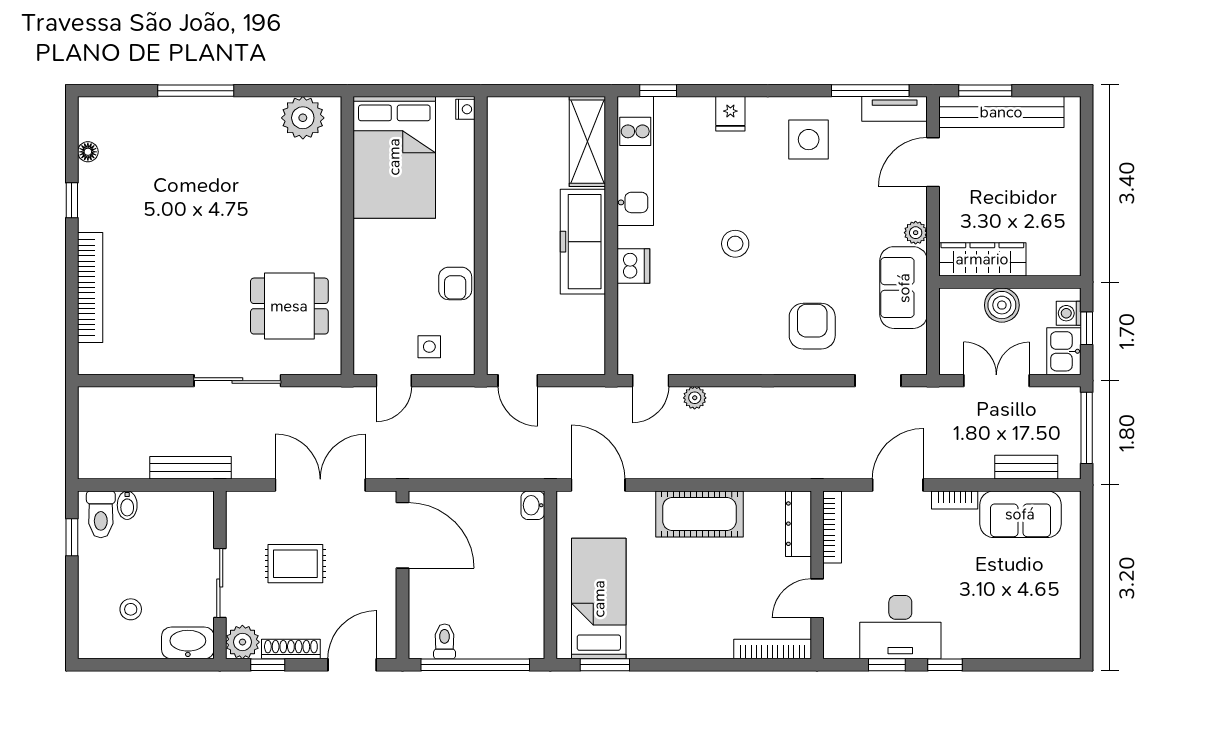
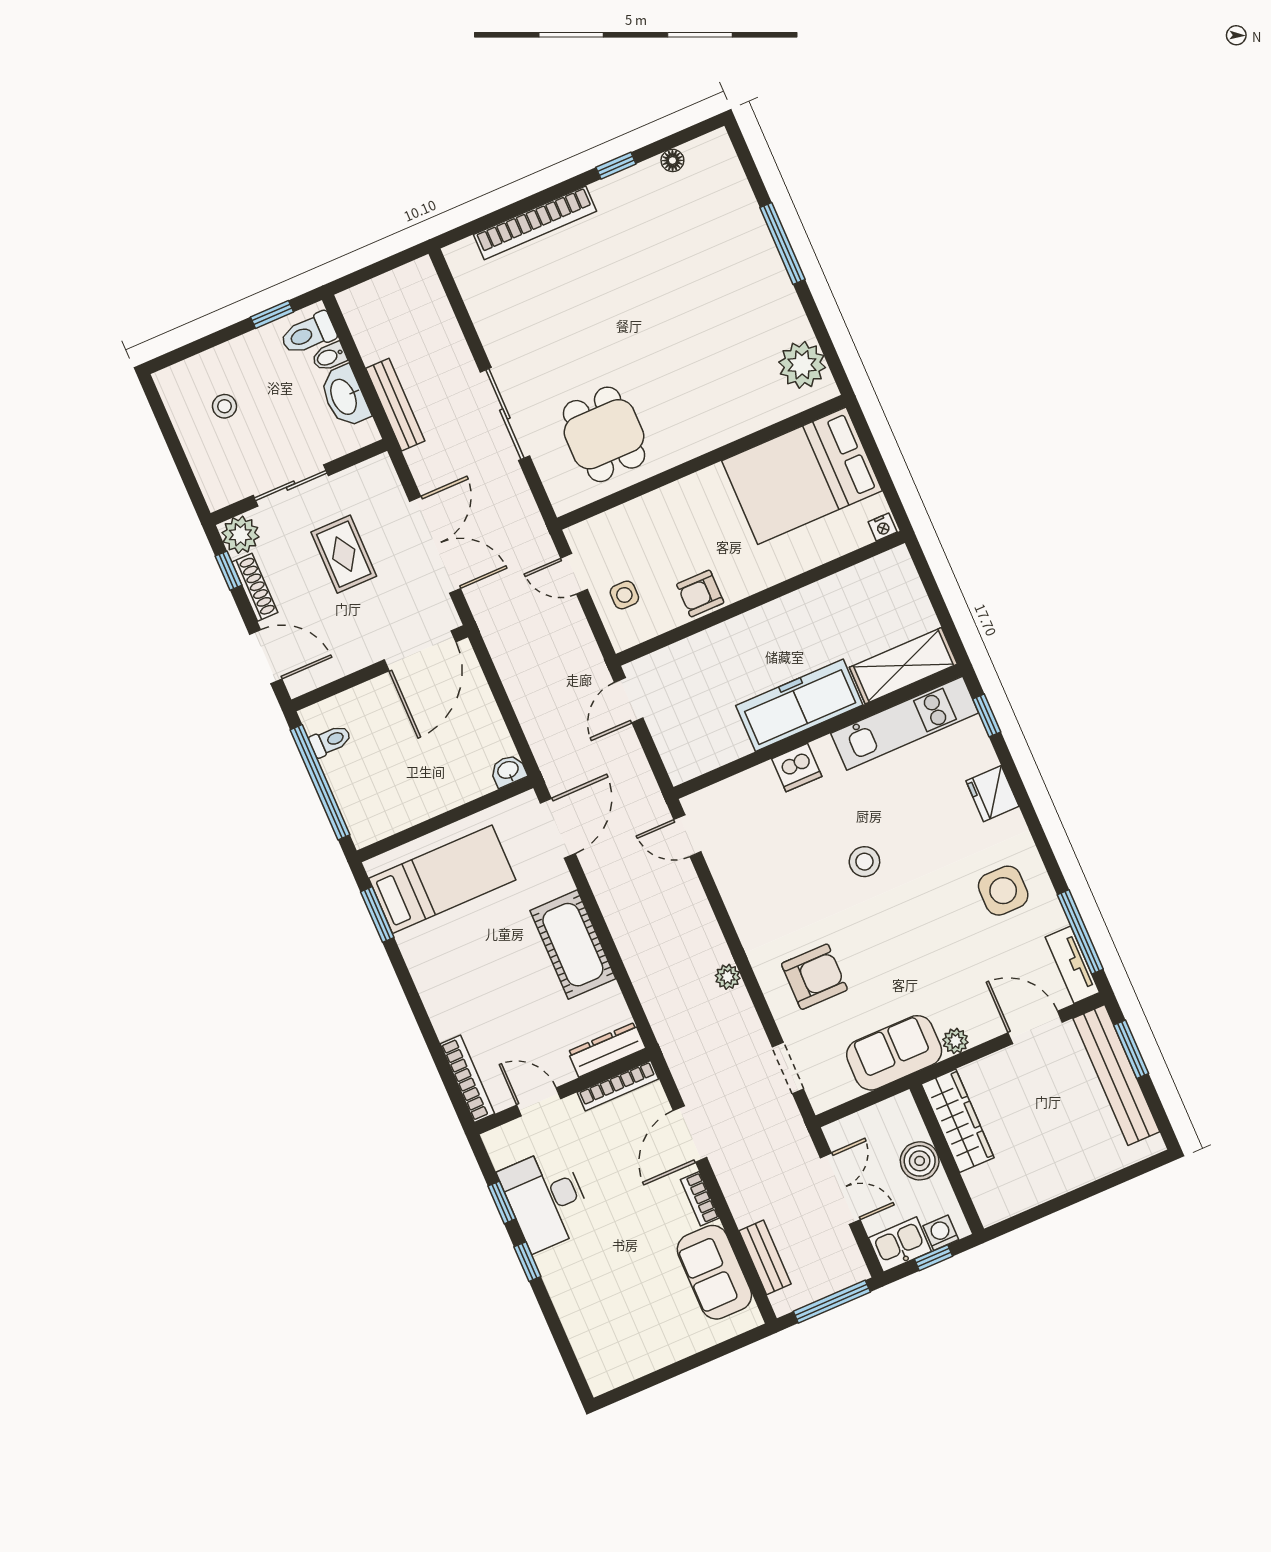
fridge: (730, 114) -> (992, 794), width x1.38
plant: (695, 398) -> (728, 977), moved
door: (898, 485) -> (690, 1134), swing flipped
washbasin: (188, 643) -> (344, 396), moved, turned 180

